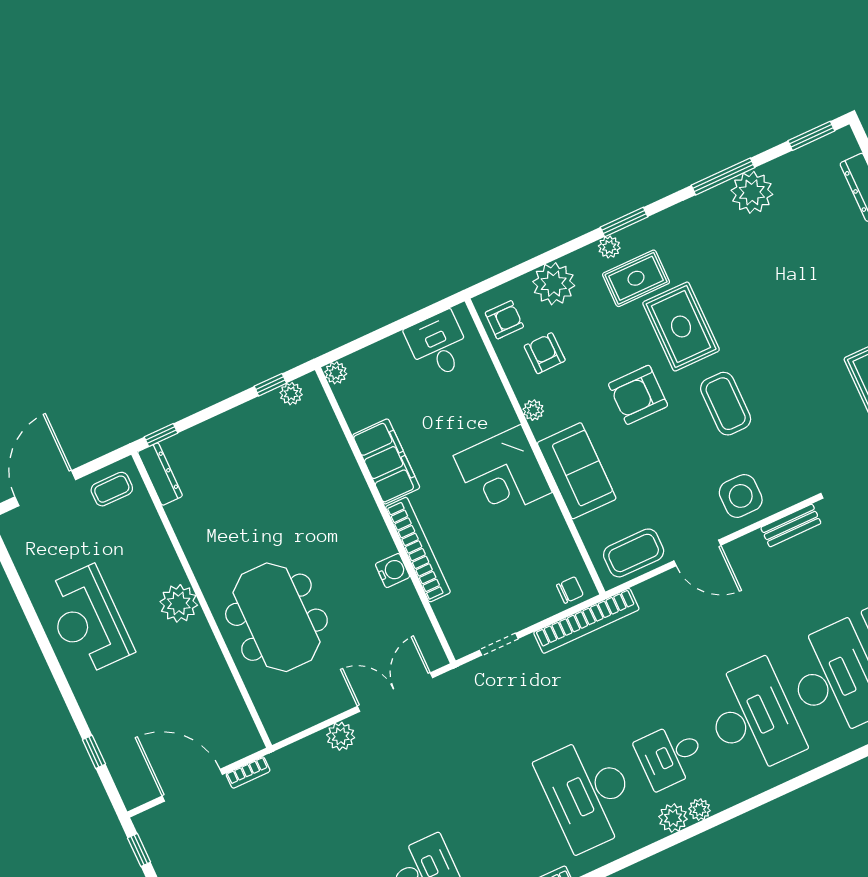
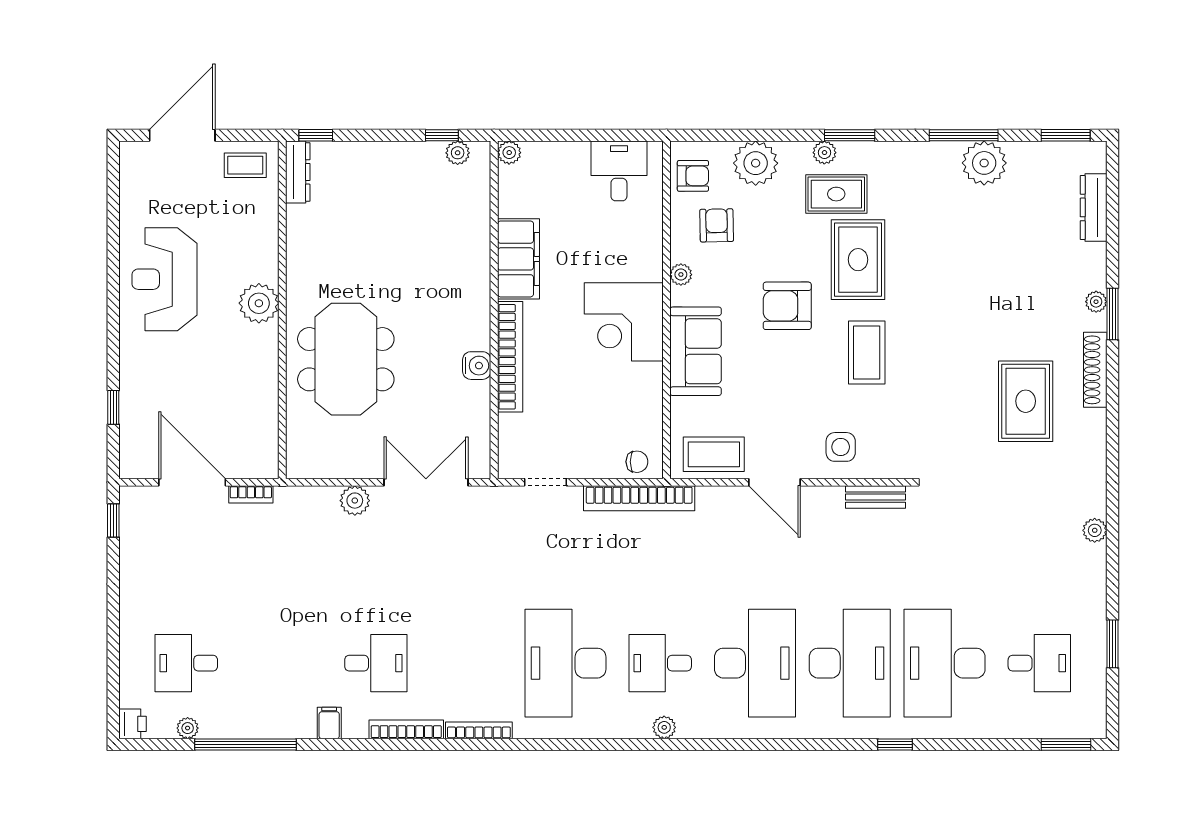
side table: (741, 496) -> (841, 447), width x0.73, depth x0.73
plant: (673, 818) -> (635, 724), removed

